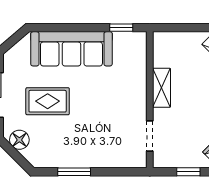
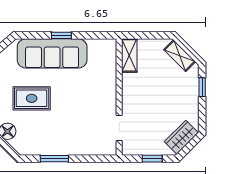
window: (121, 28) -> (61, 35), moved
shelving: (162, 88) -> (129, 55), moved

